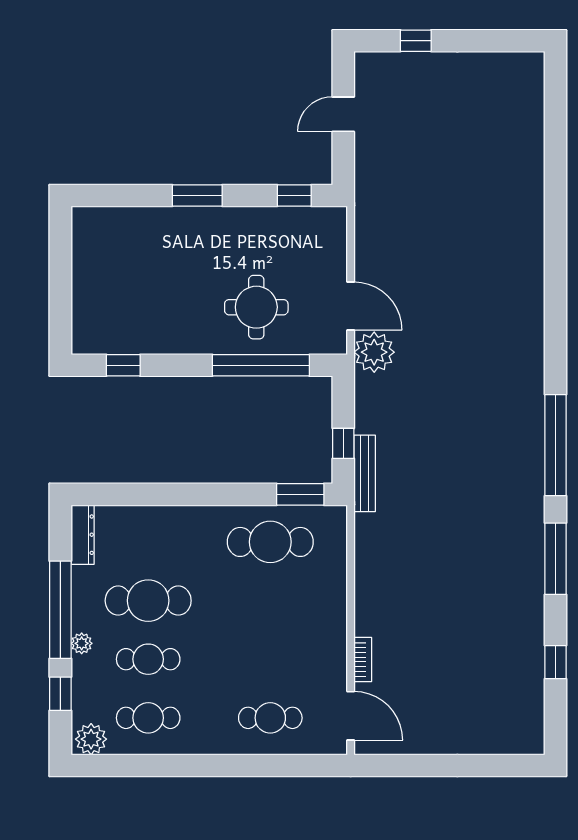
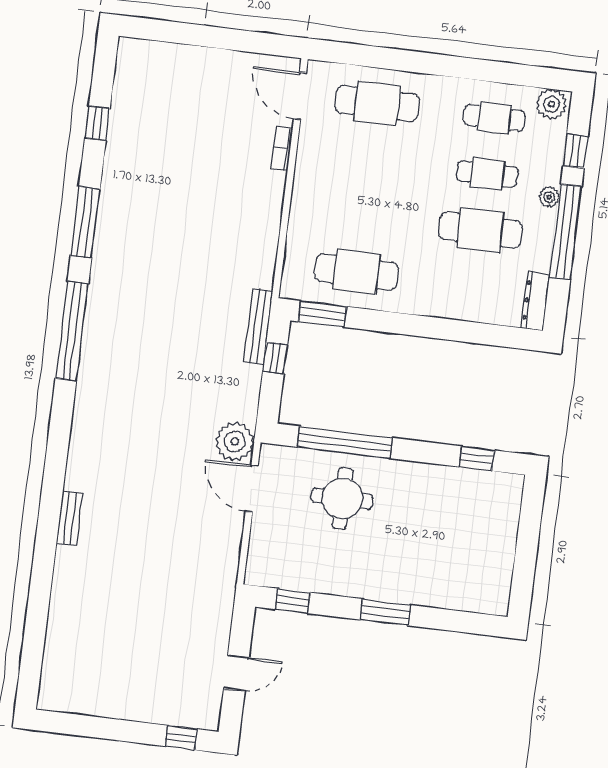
window: (416, 41) -> (181, 738), moved
bench: (534, 252) -> (69, 518), added
cafe table: (270, 718) -> (377, 103), width x1.37, depth x1.35

